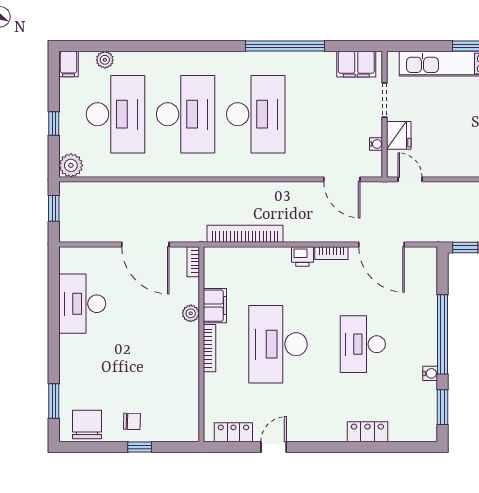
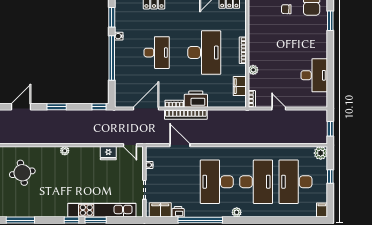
plant: (105, 60) -> (237, 212), moved
printer: (325, 61) -> (178, 212), added
desk: (186, 114) -> (256, 182), turned 180
fridge: (399, 135) -> (108, 153), moved, turned -90
door: (342, 179) -> (180, 145), moved
bookcase: (245, 234) -> (186, 115), moved
door: (145, 244) -> (279, 109), width x0.53
door: (381, 244) -> (146, 109), hinge flipped
printer: (302, 256) -> (196, 99), width x1.87, depth x1.48
filing cabinet: (215, 306) -> (240, 86), moved

